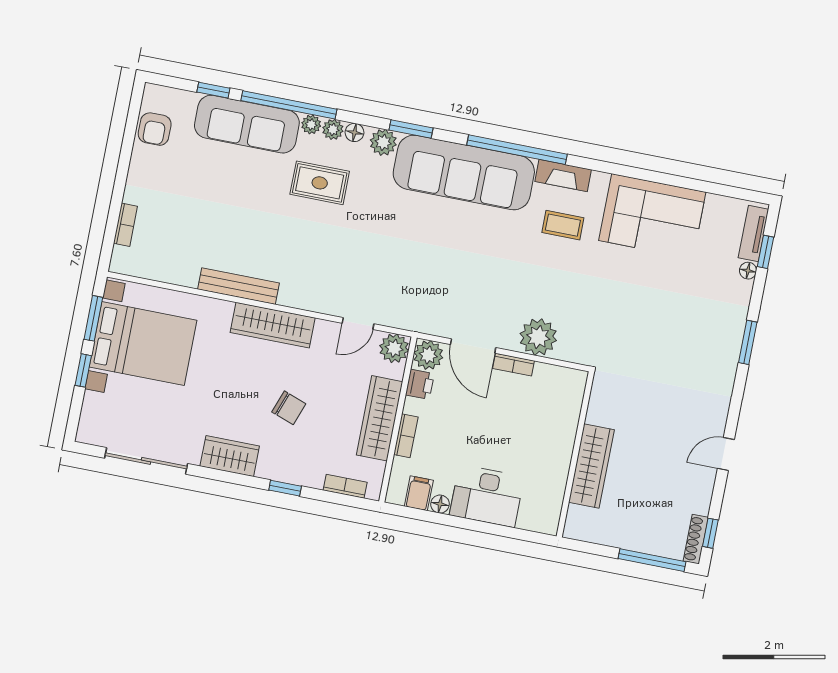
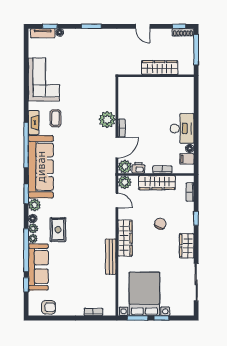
wall: (575, 454) -> (156, 76), moved
wardrobe: (591, 466) -> (160, 68), moved

